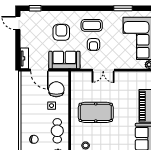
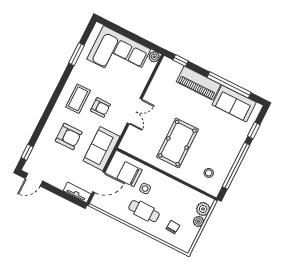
armchair: (61, 32) -> (69, 136), turned 180
cafe table: (57, 131) -> (144, 211), moved

